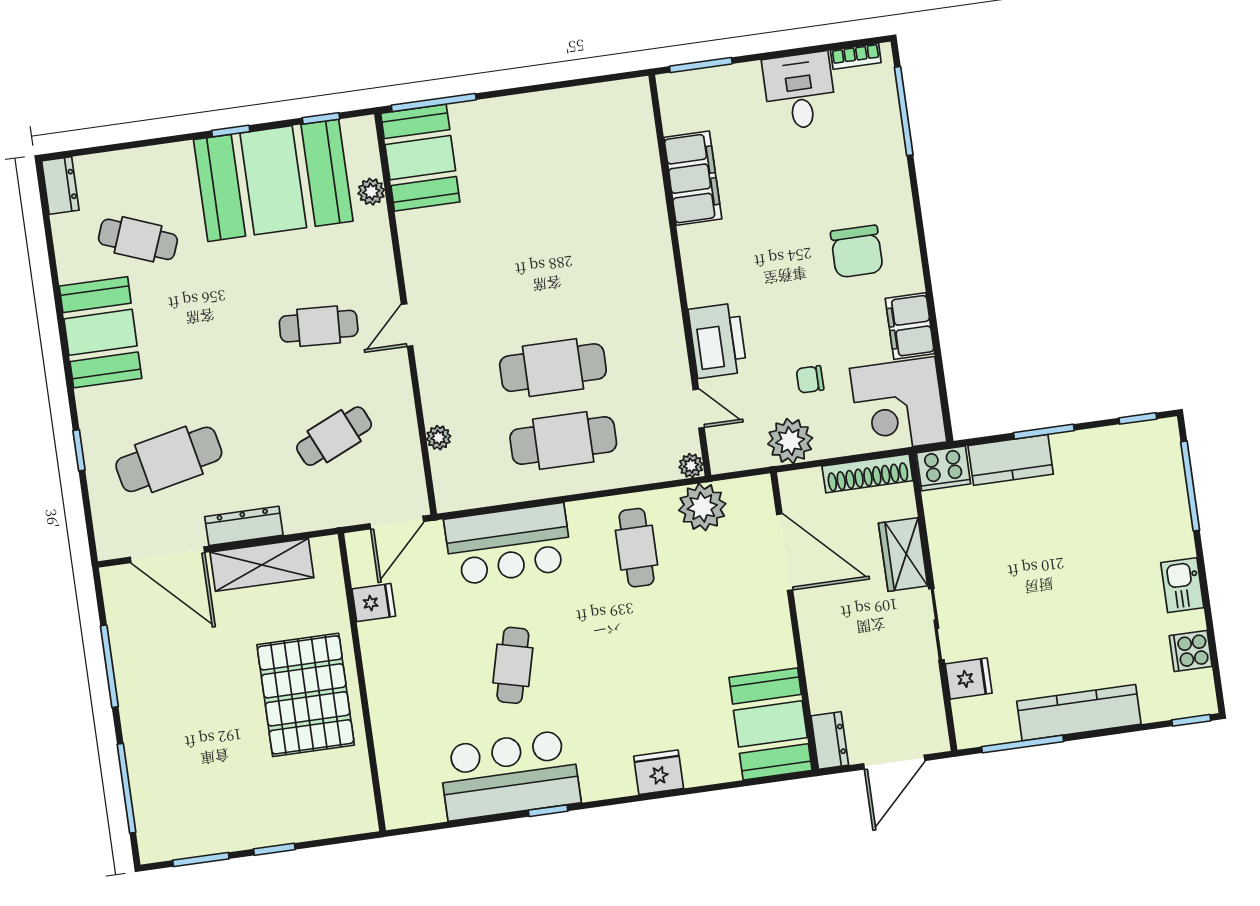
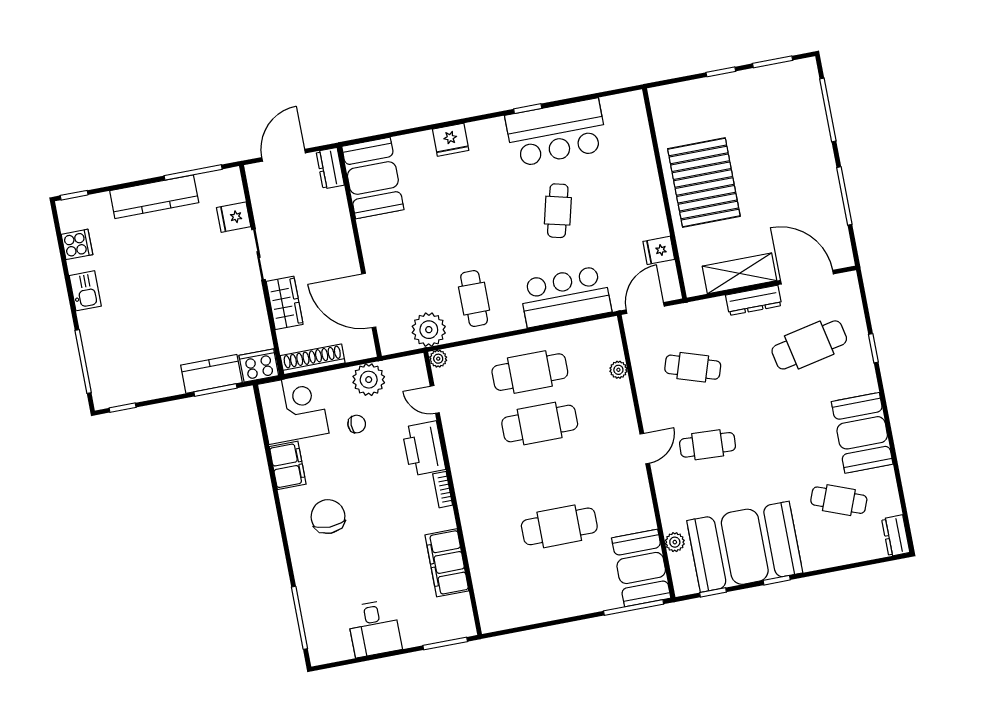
bookcase: (856, 56) -> (443, 490), moved, turned -90
cafe table: (532, 222) -> (559, 526), added
window: (1044, 432) -> (215, 390), moved
cafe table: (334, 436) -> (693, 367), turned 42

